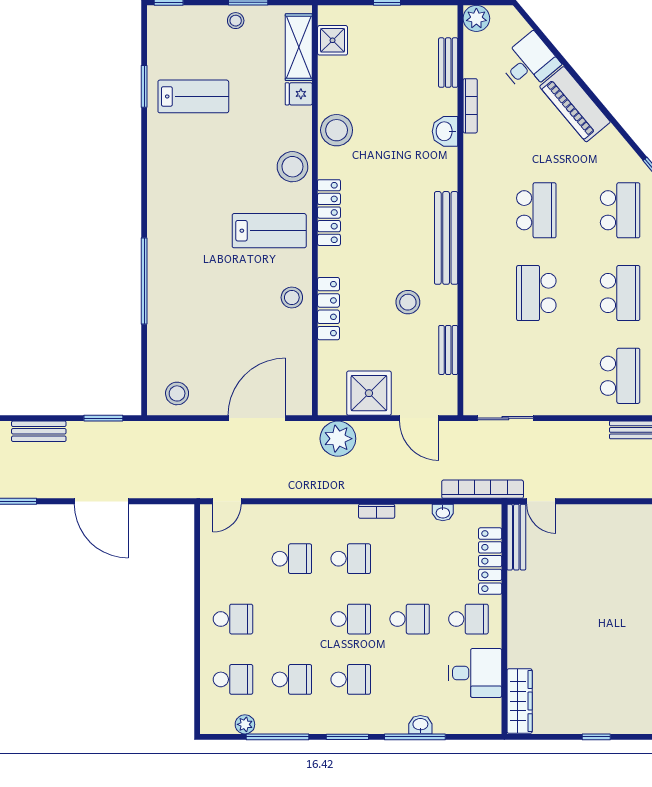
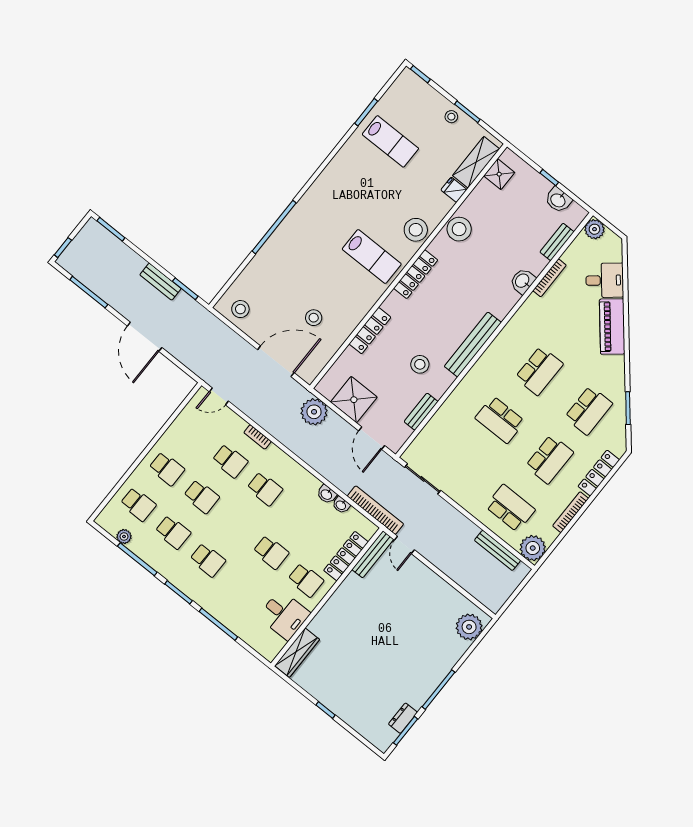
washbasin: (415, 18) -> (558, 200), added
school desk: (536, 293) -> (500, 420), turned -90
stool: (292, 297) -> (314, 318), moved
school desk: (620, 376) -> (510, 508), turned -90
bench: (39, 431) -> (160, 282), moved
bookcase: (377, 511) -> (258, 437), moved
school desk: (351, 619) -> (201, 497), moved
washbasin: (420, 725) -> (327, 494), moved, turned 180

